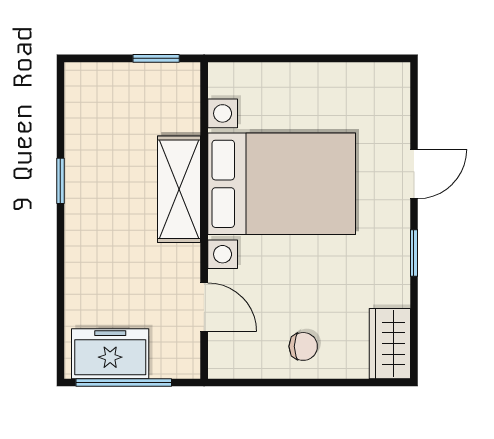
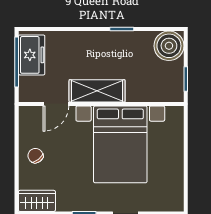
boiler: (93, 91) -> (169, 46), added
shelving: (179, 189) -> (97, 91), moved
chair: (303, 346) -> (35, 156), turned 142

